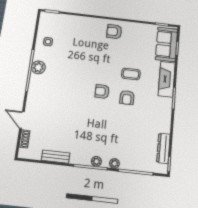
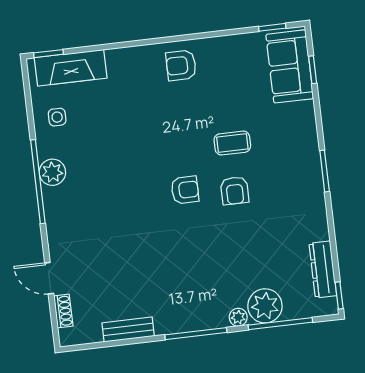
fireplace: (167, 79) -> (71, 68), moved, turned -90
armchair: (102, 91) -> (185, 190), turned 180
plant: (96, 161) -> (265, 306), moved, width x1.87, depth x1.87

